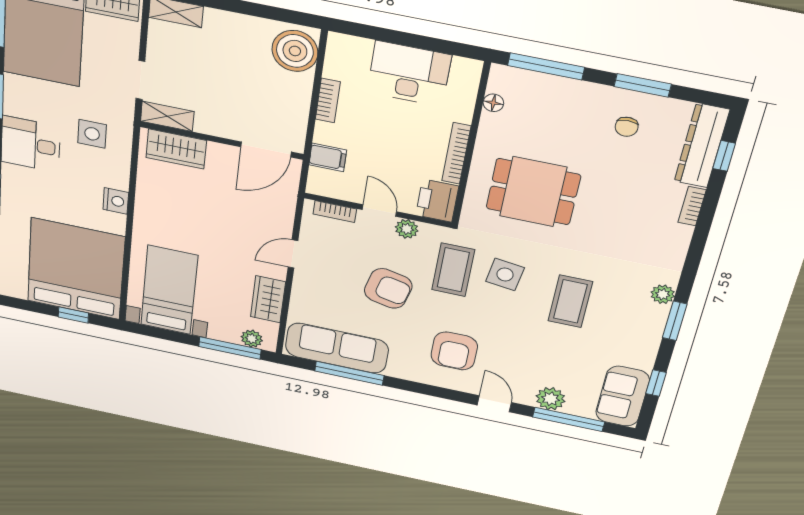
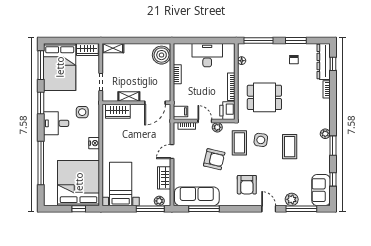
shelving: (167, 116) -> (129, 96), moved
filing cabinet: (328, 157) -> (181, 111), moved

